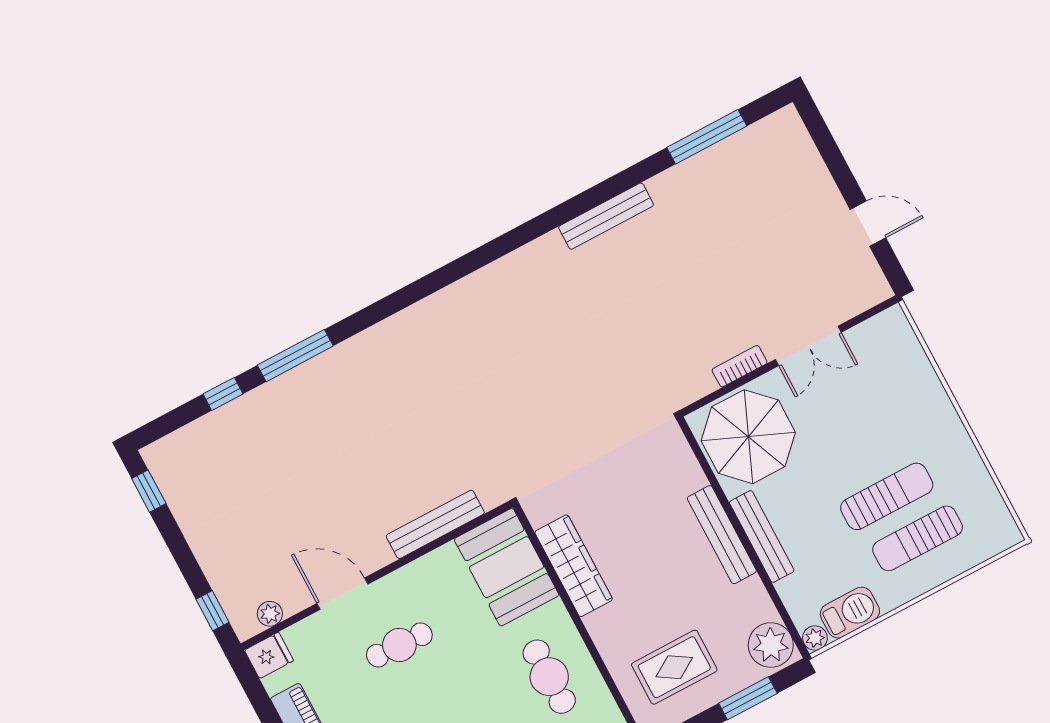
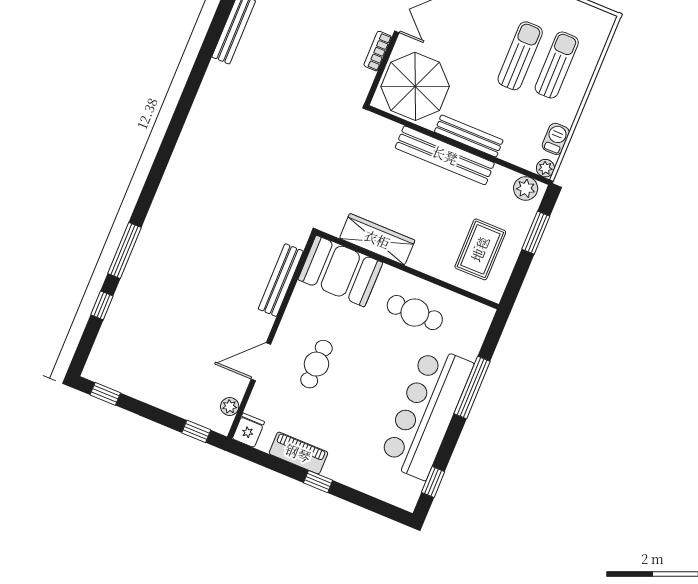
bench: (722, 535) -> (445, 155), width x1.37, depth x1.21
sun lounger: (917, 538) -> (557, 65), turned 180
barbecue: (850, 613) -> (556, 139), width x0.73, depth x0.79
plant: (771, 645) -> (526, 188), width x0.73, depth x0.73

